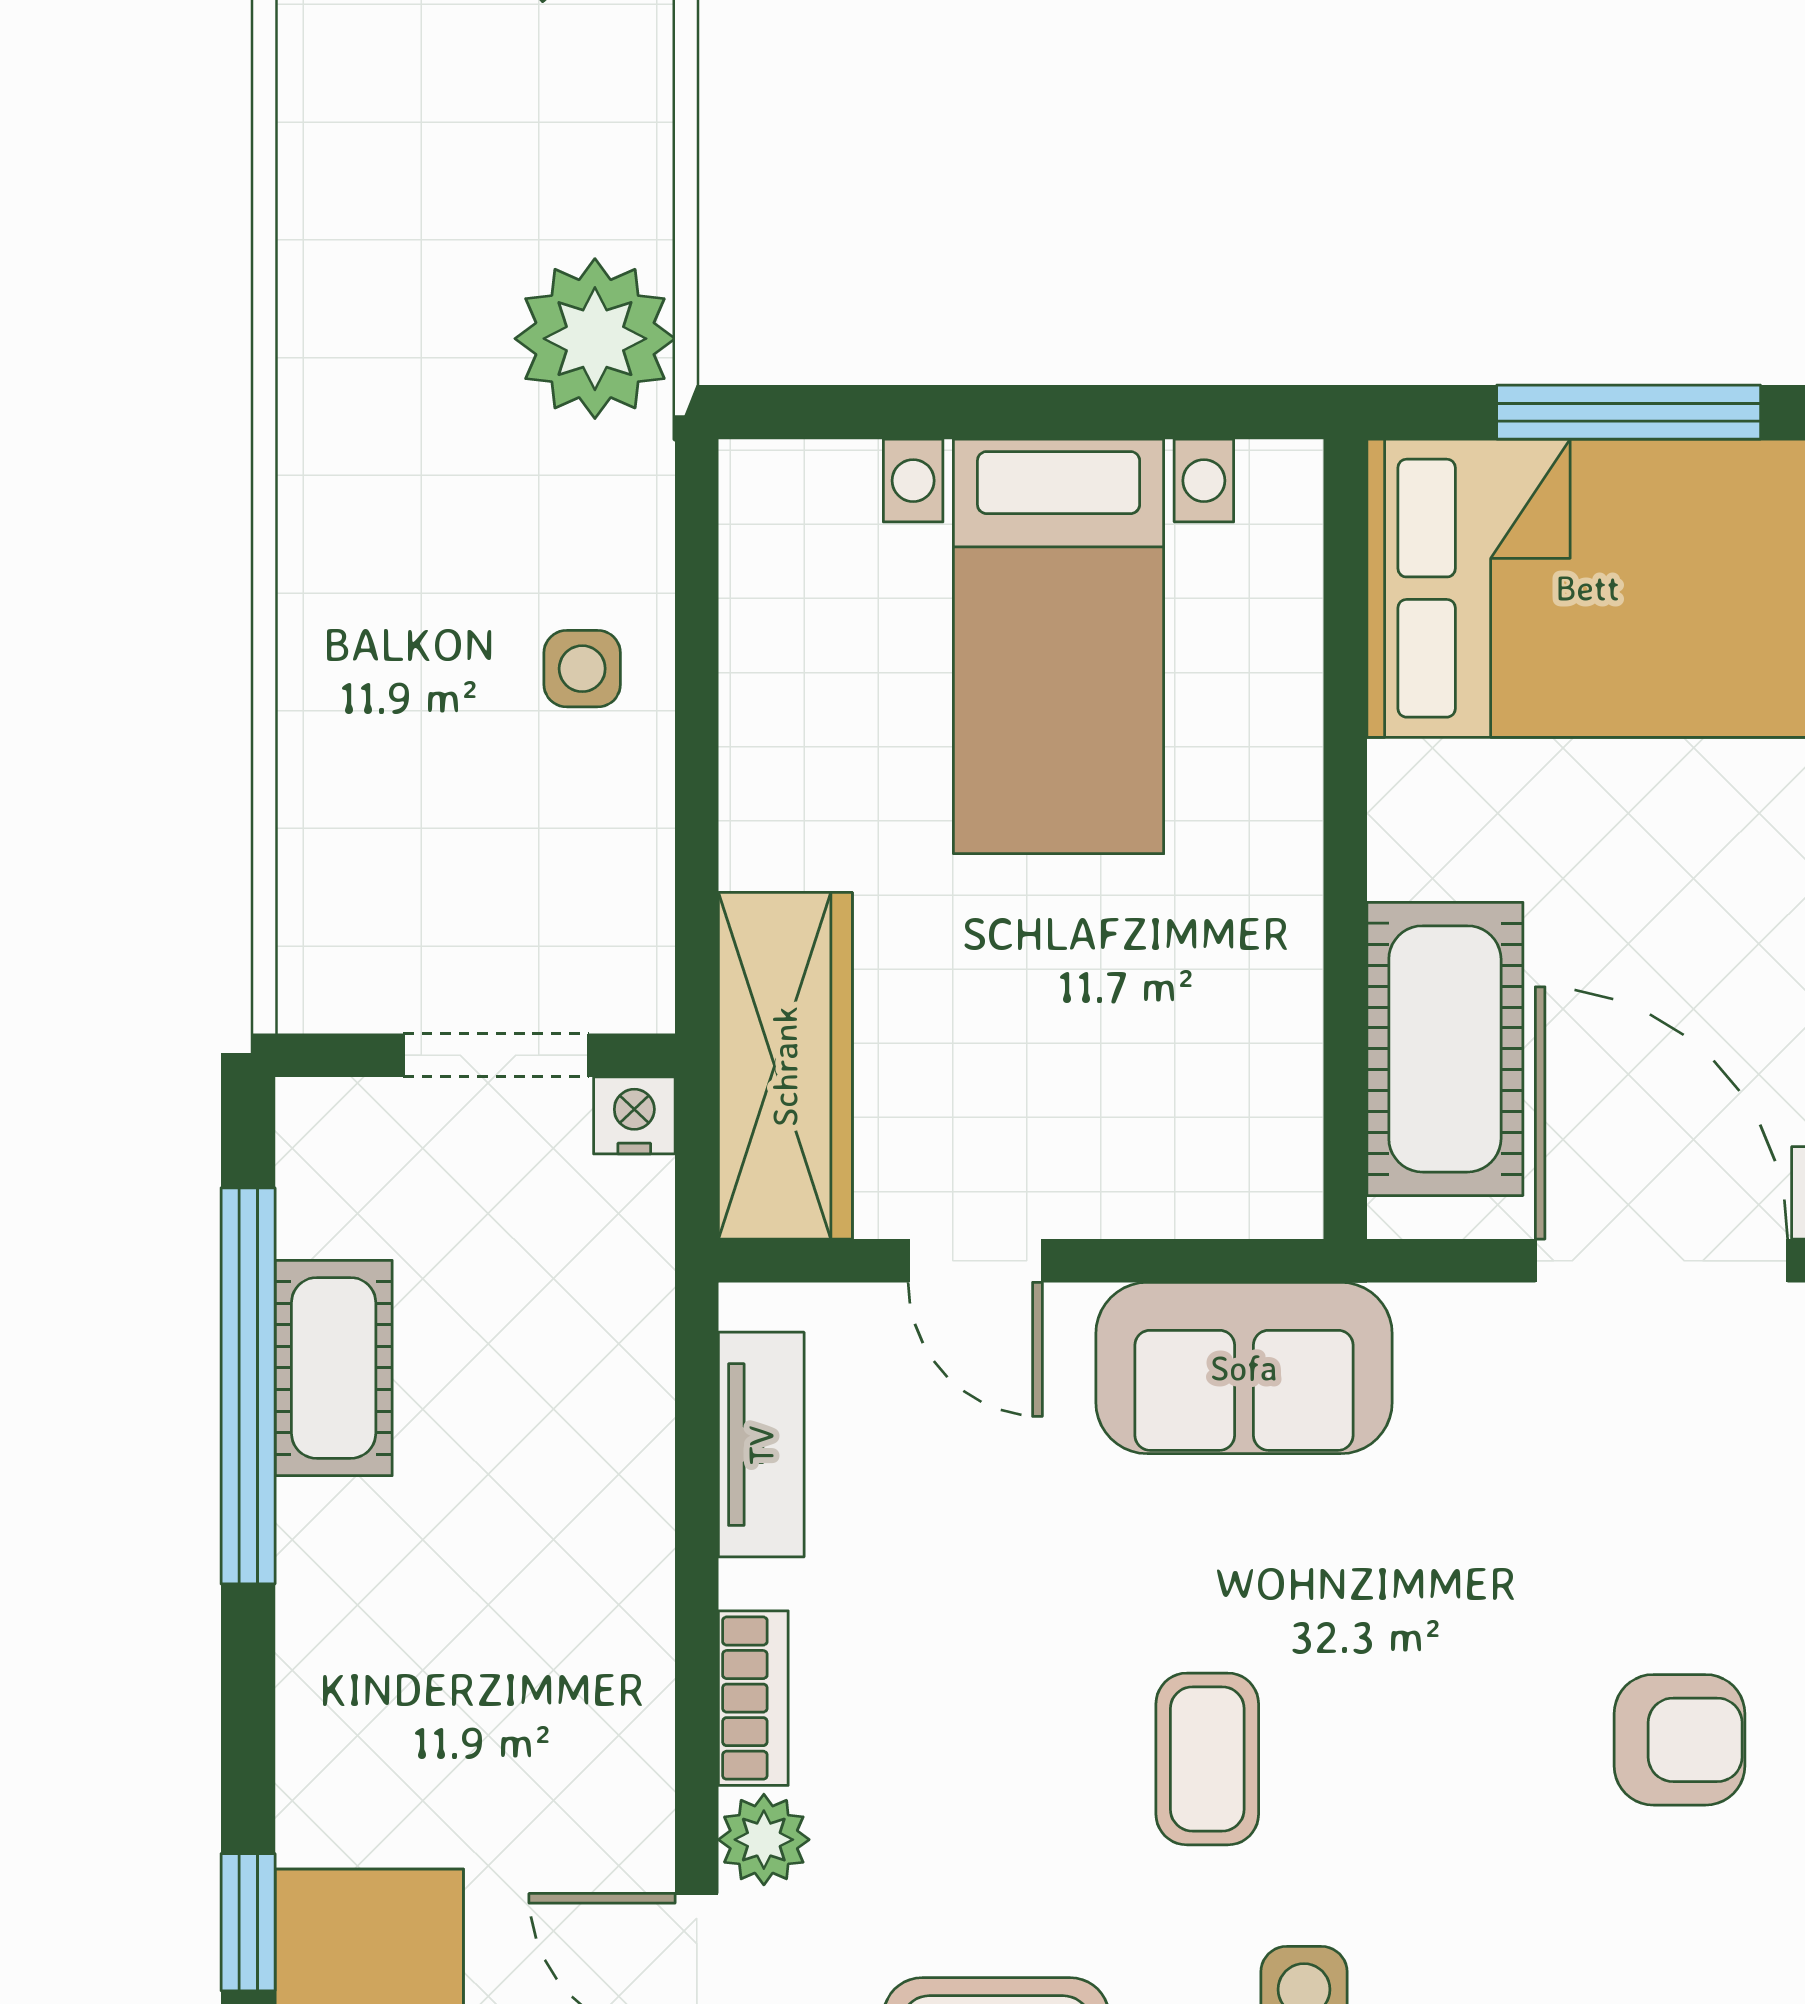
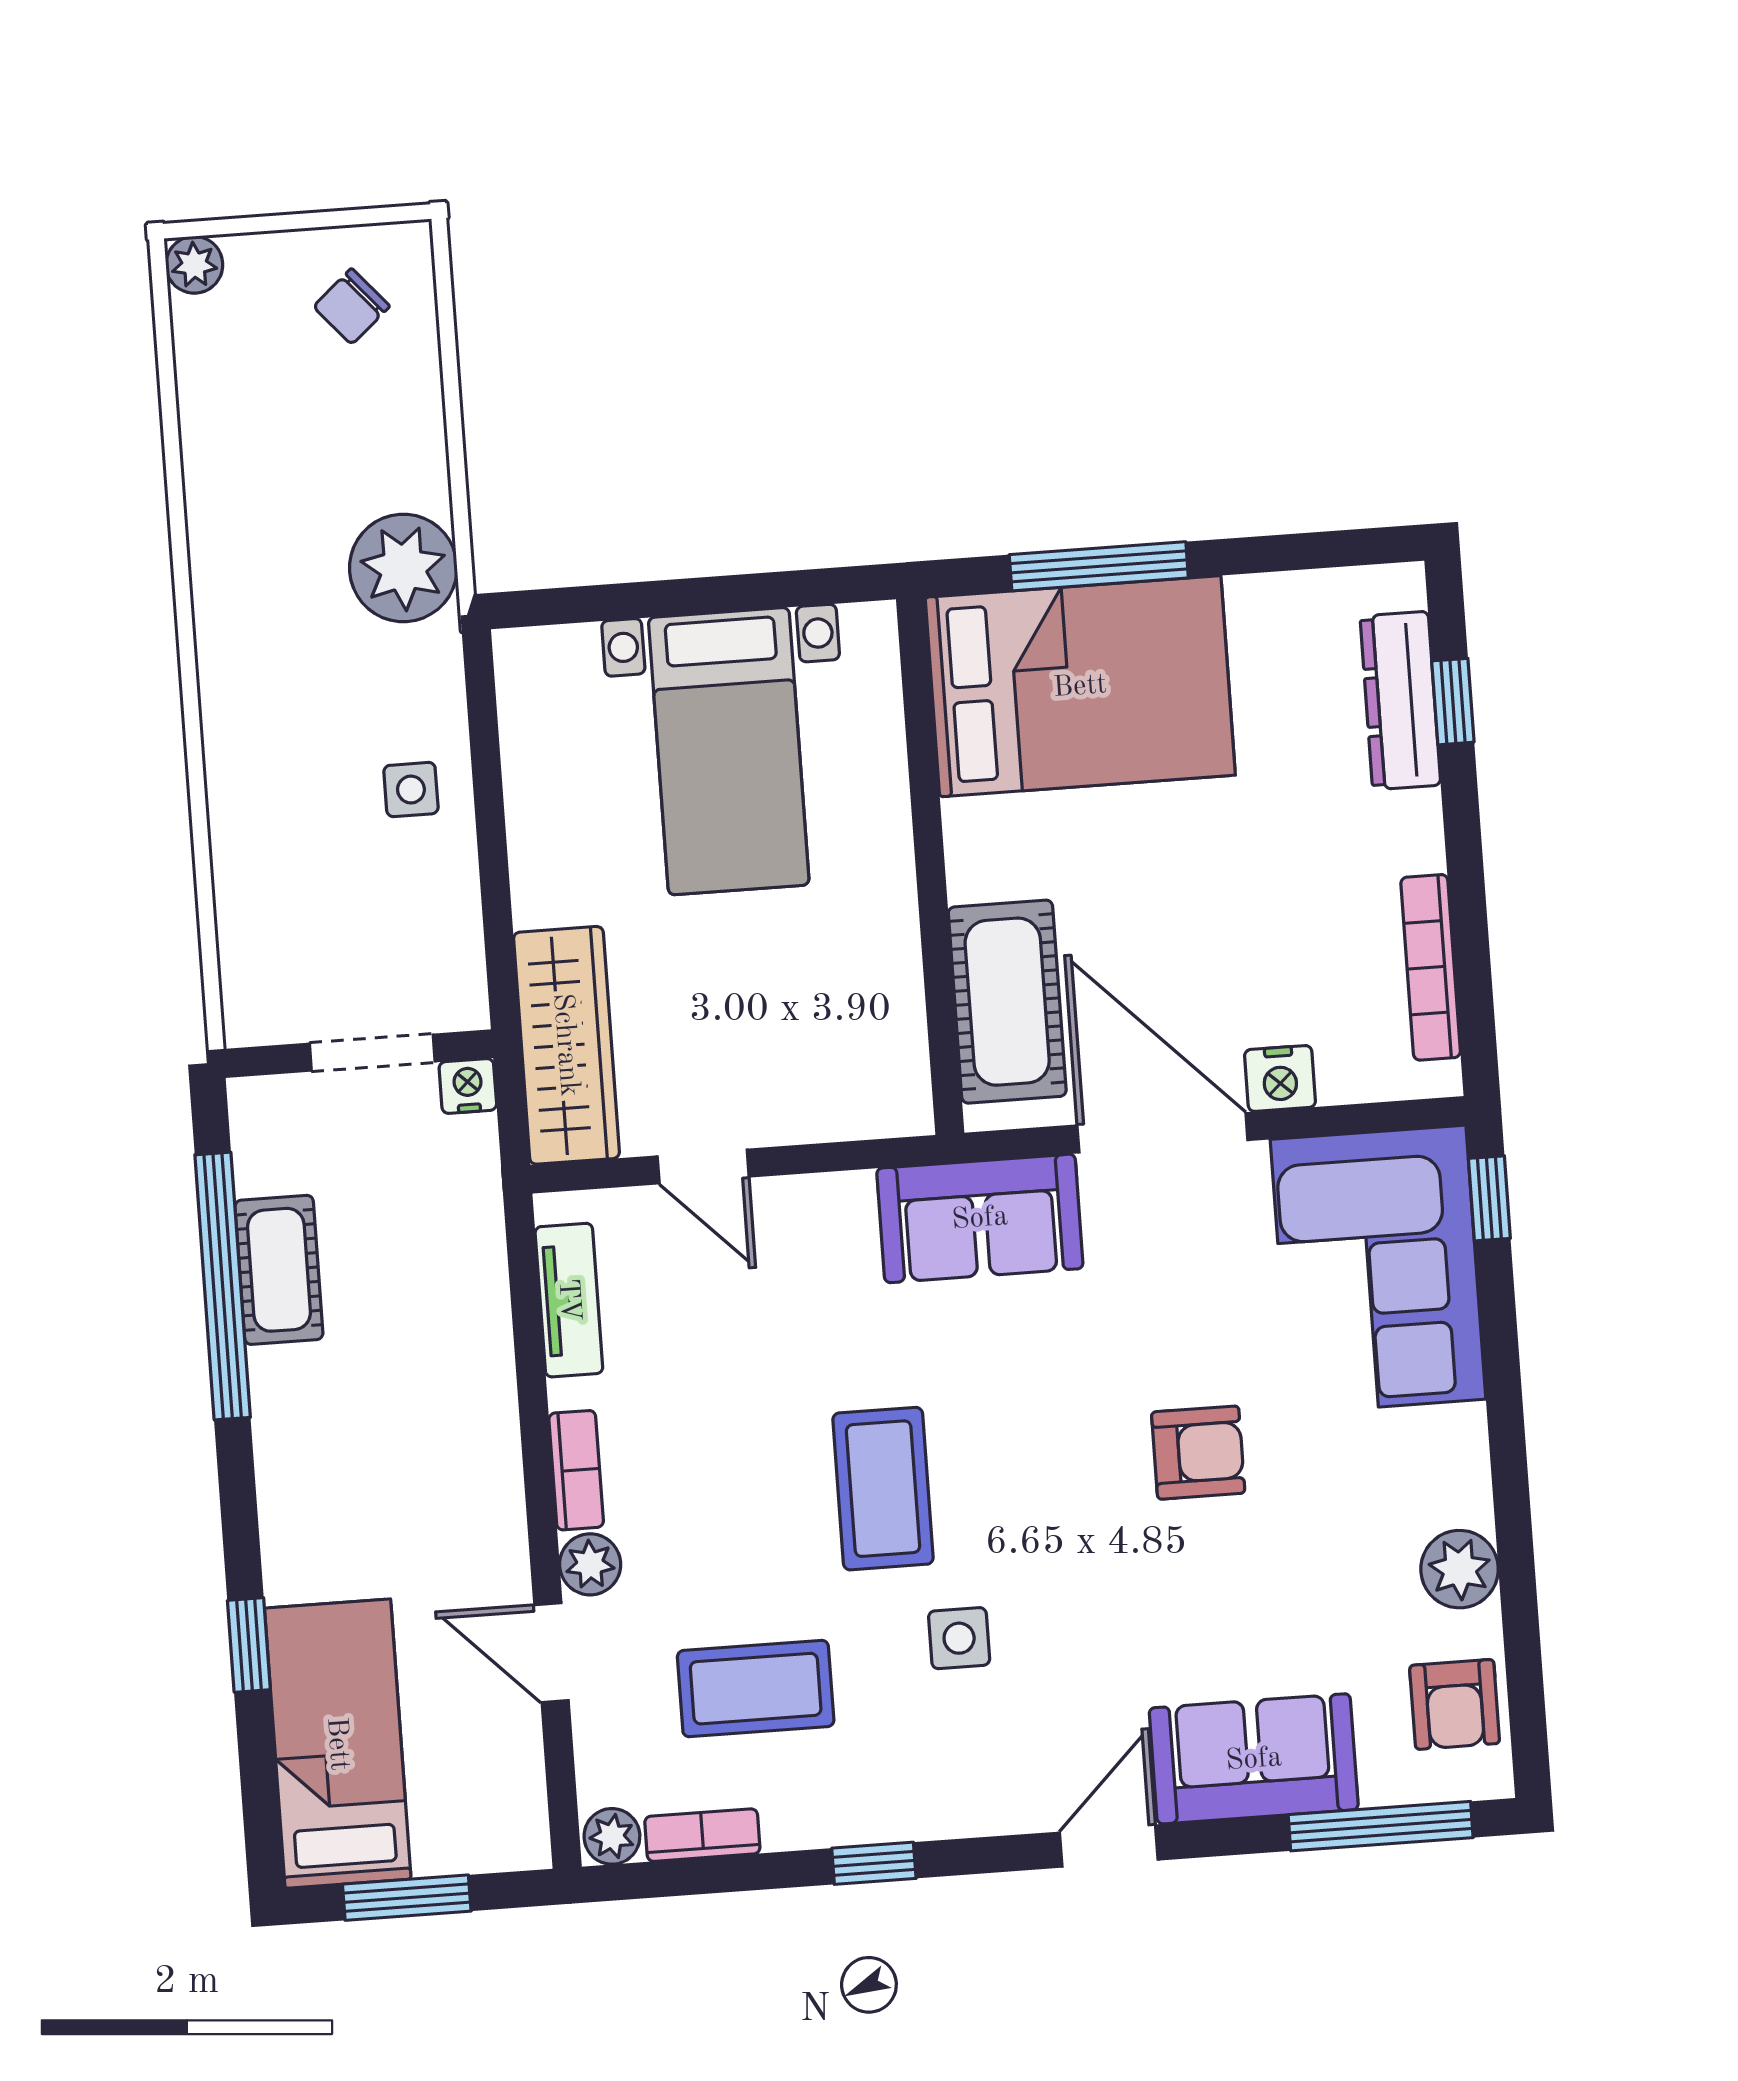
sofa: (1244, 1368) -> (980, 1218), moved
coffee table: (1207, 1759) -> (883, 1489), width x1.36, depth x1.30

